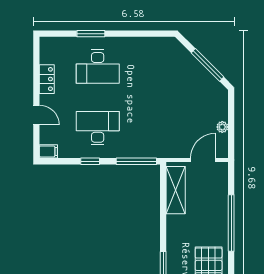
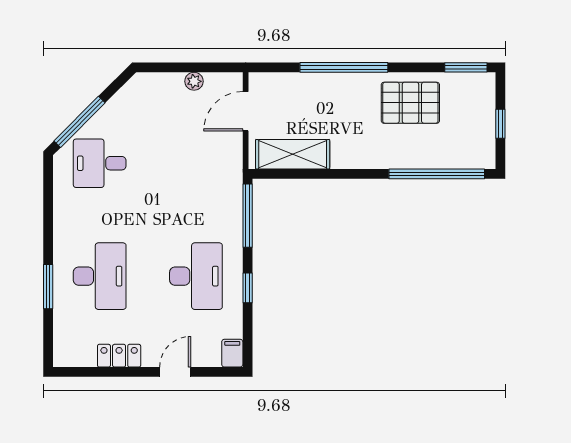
window: (207, 65) -> (80, 122), moved
desk: (170, 67) -> (100, 163), added
desk: (98, 128) -> (196, 276), turned 180
door: (203, 160) -> (246, 111), hinge flipped

